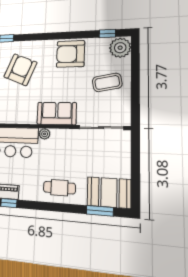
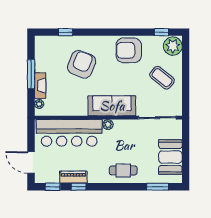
coffee table: (107, 82) -> (162, 78), turned 49
sofa: (57, 113) -> (112, 106), width x1.36
booth: (109, 192) -> (170, 157), moved, turned 90

